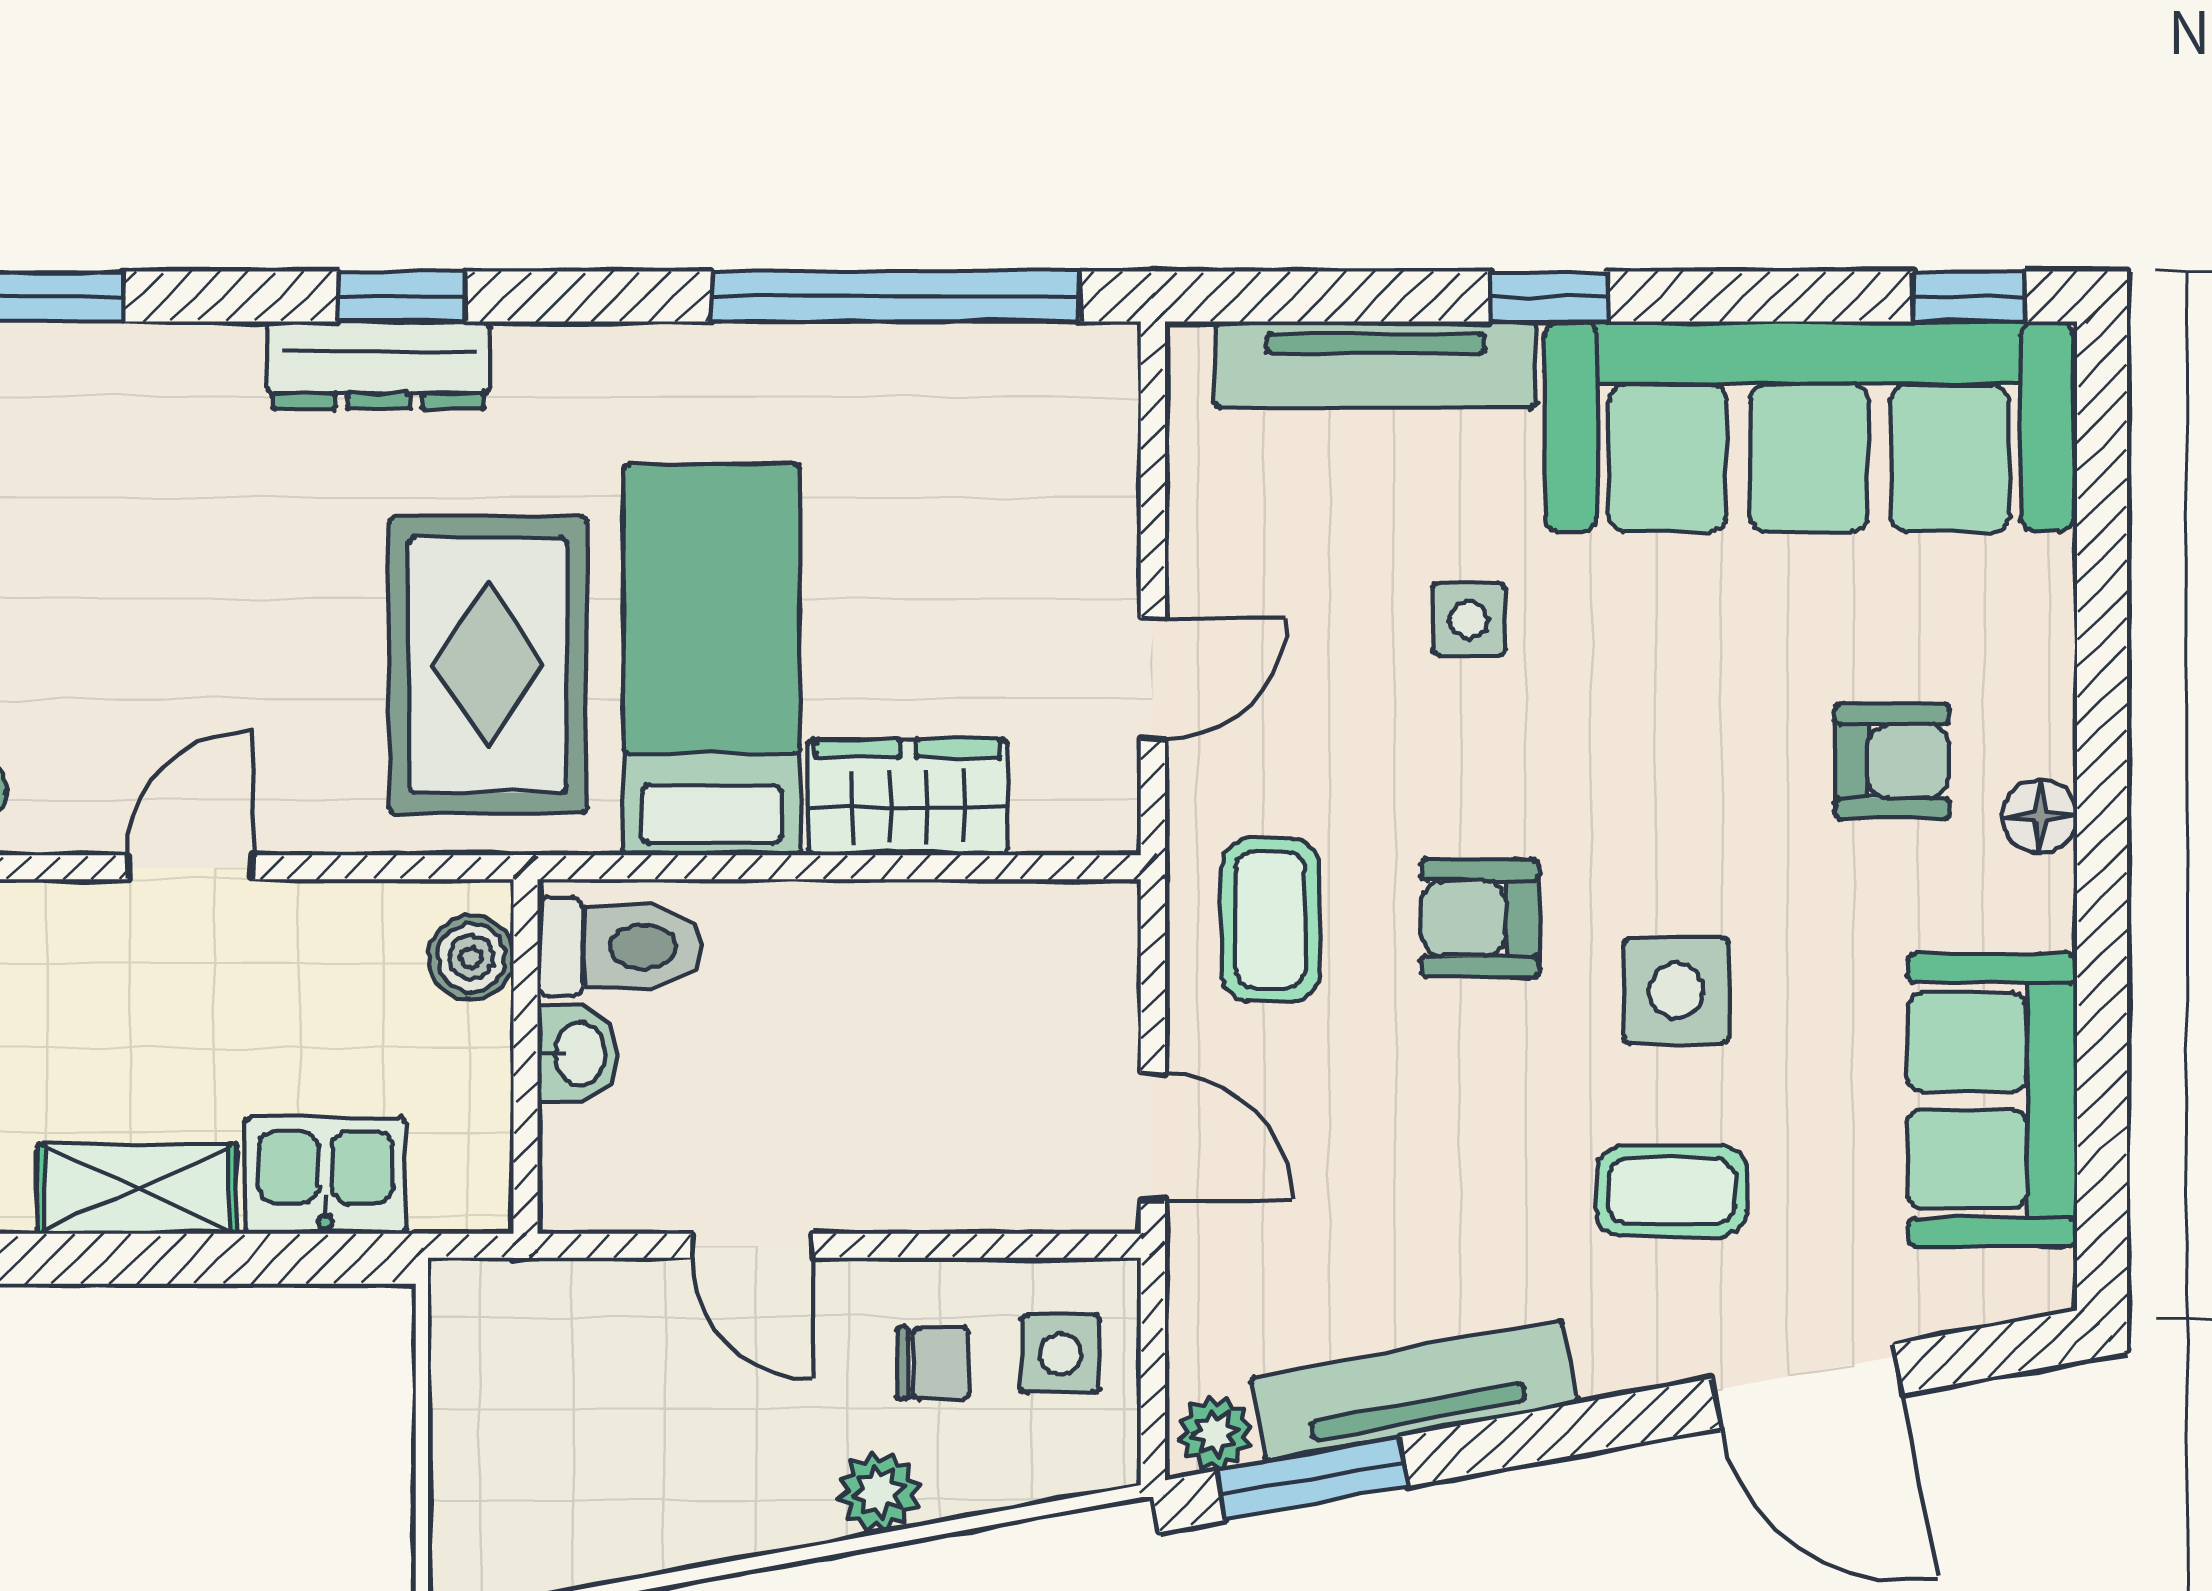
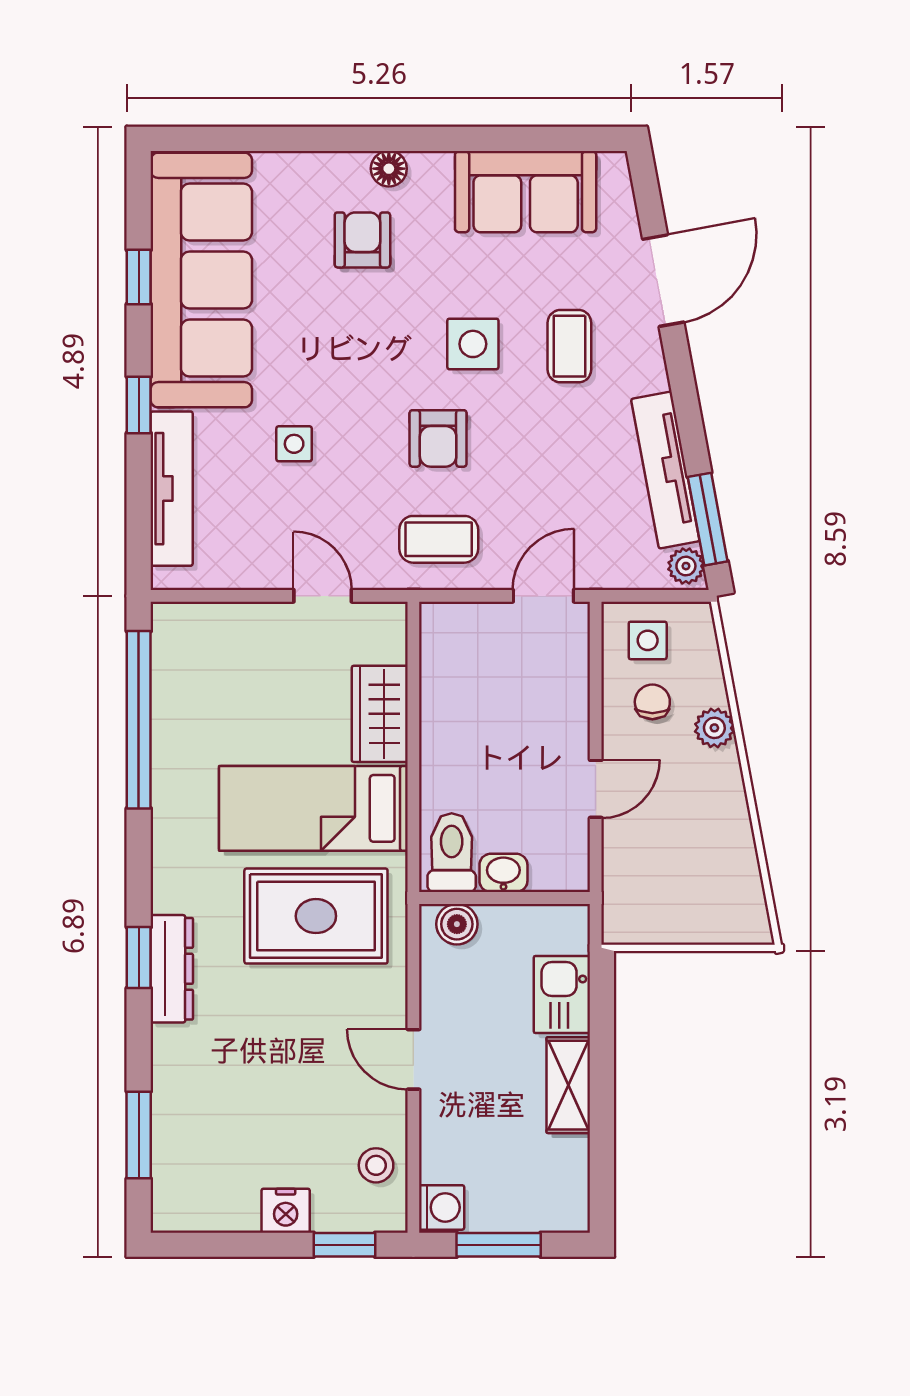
window: (1969, 297) -> (139, 277), moved

